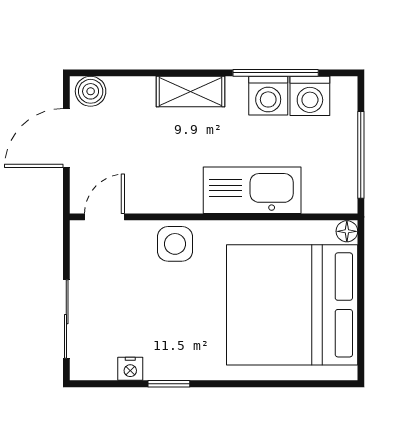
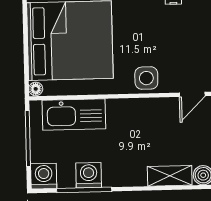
shelving: (191, 92) -> (170, 176), moved
washing machine: (310, 96) -> (44, 176), moved
kitchen sink: (252, 190) -> (74, 114), moved

